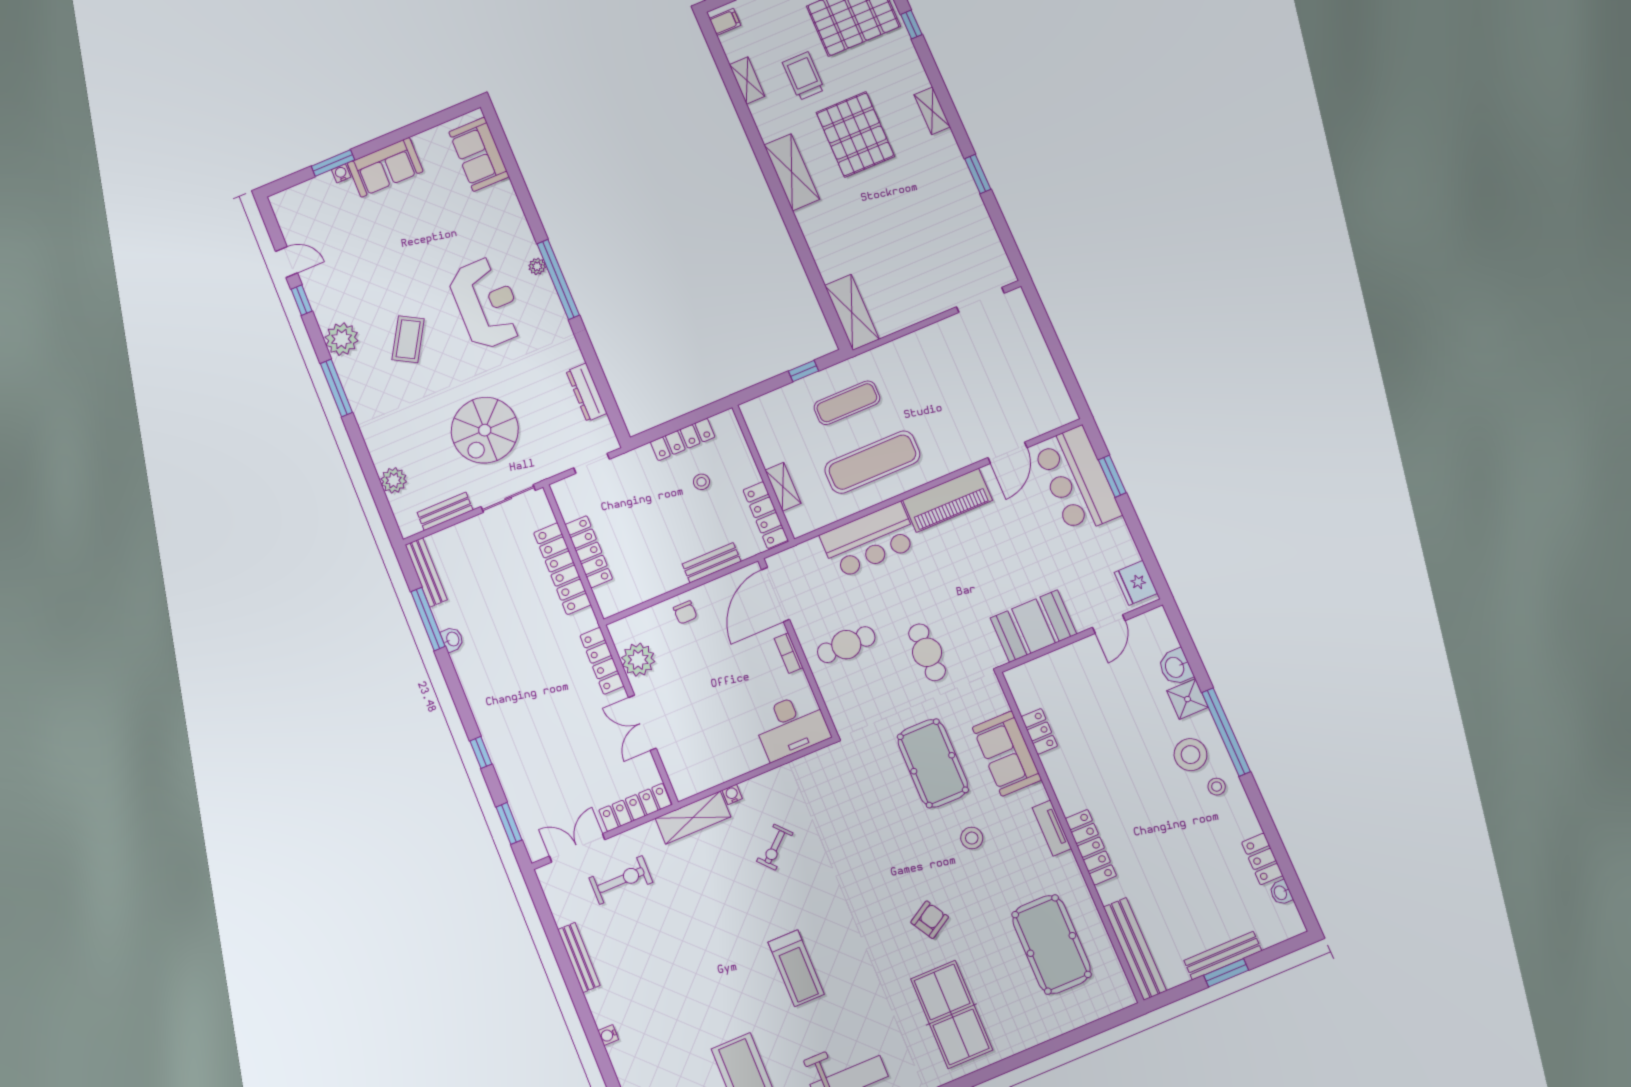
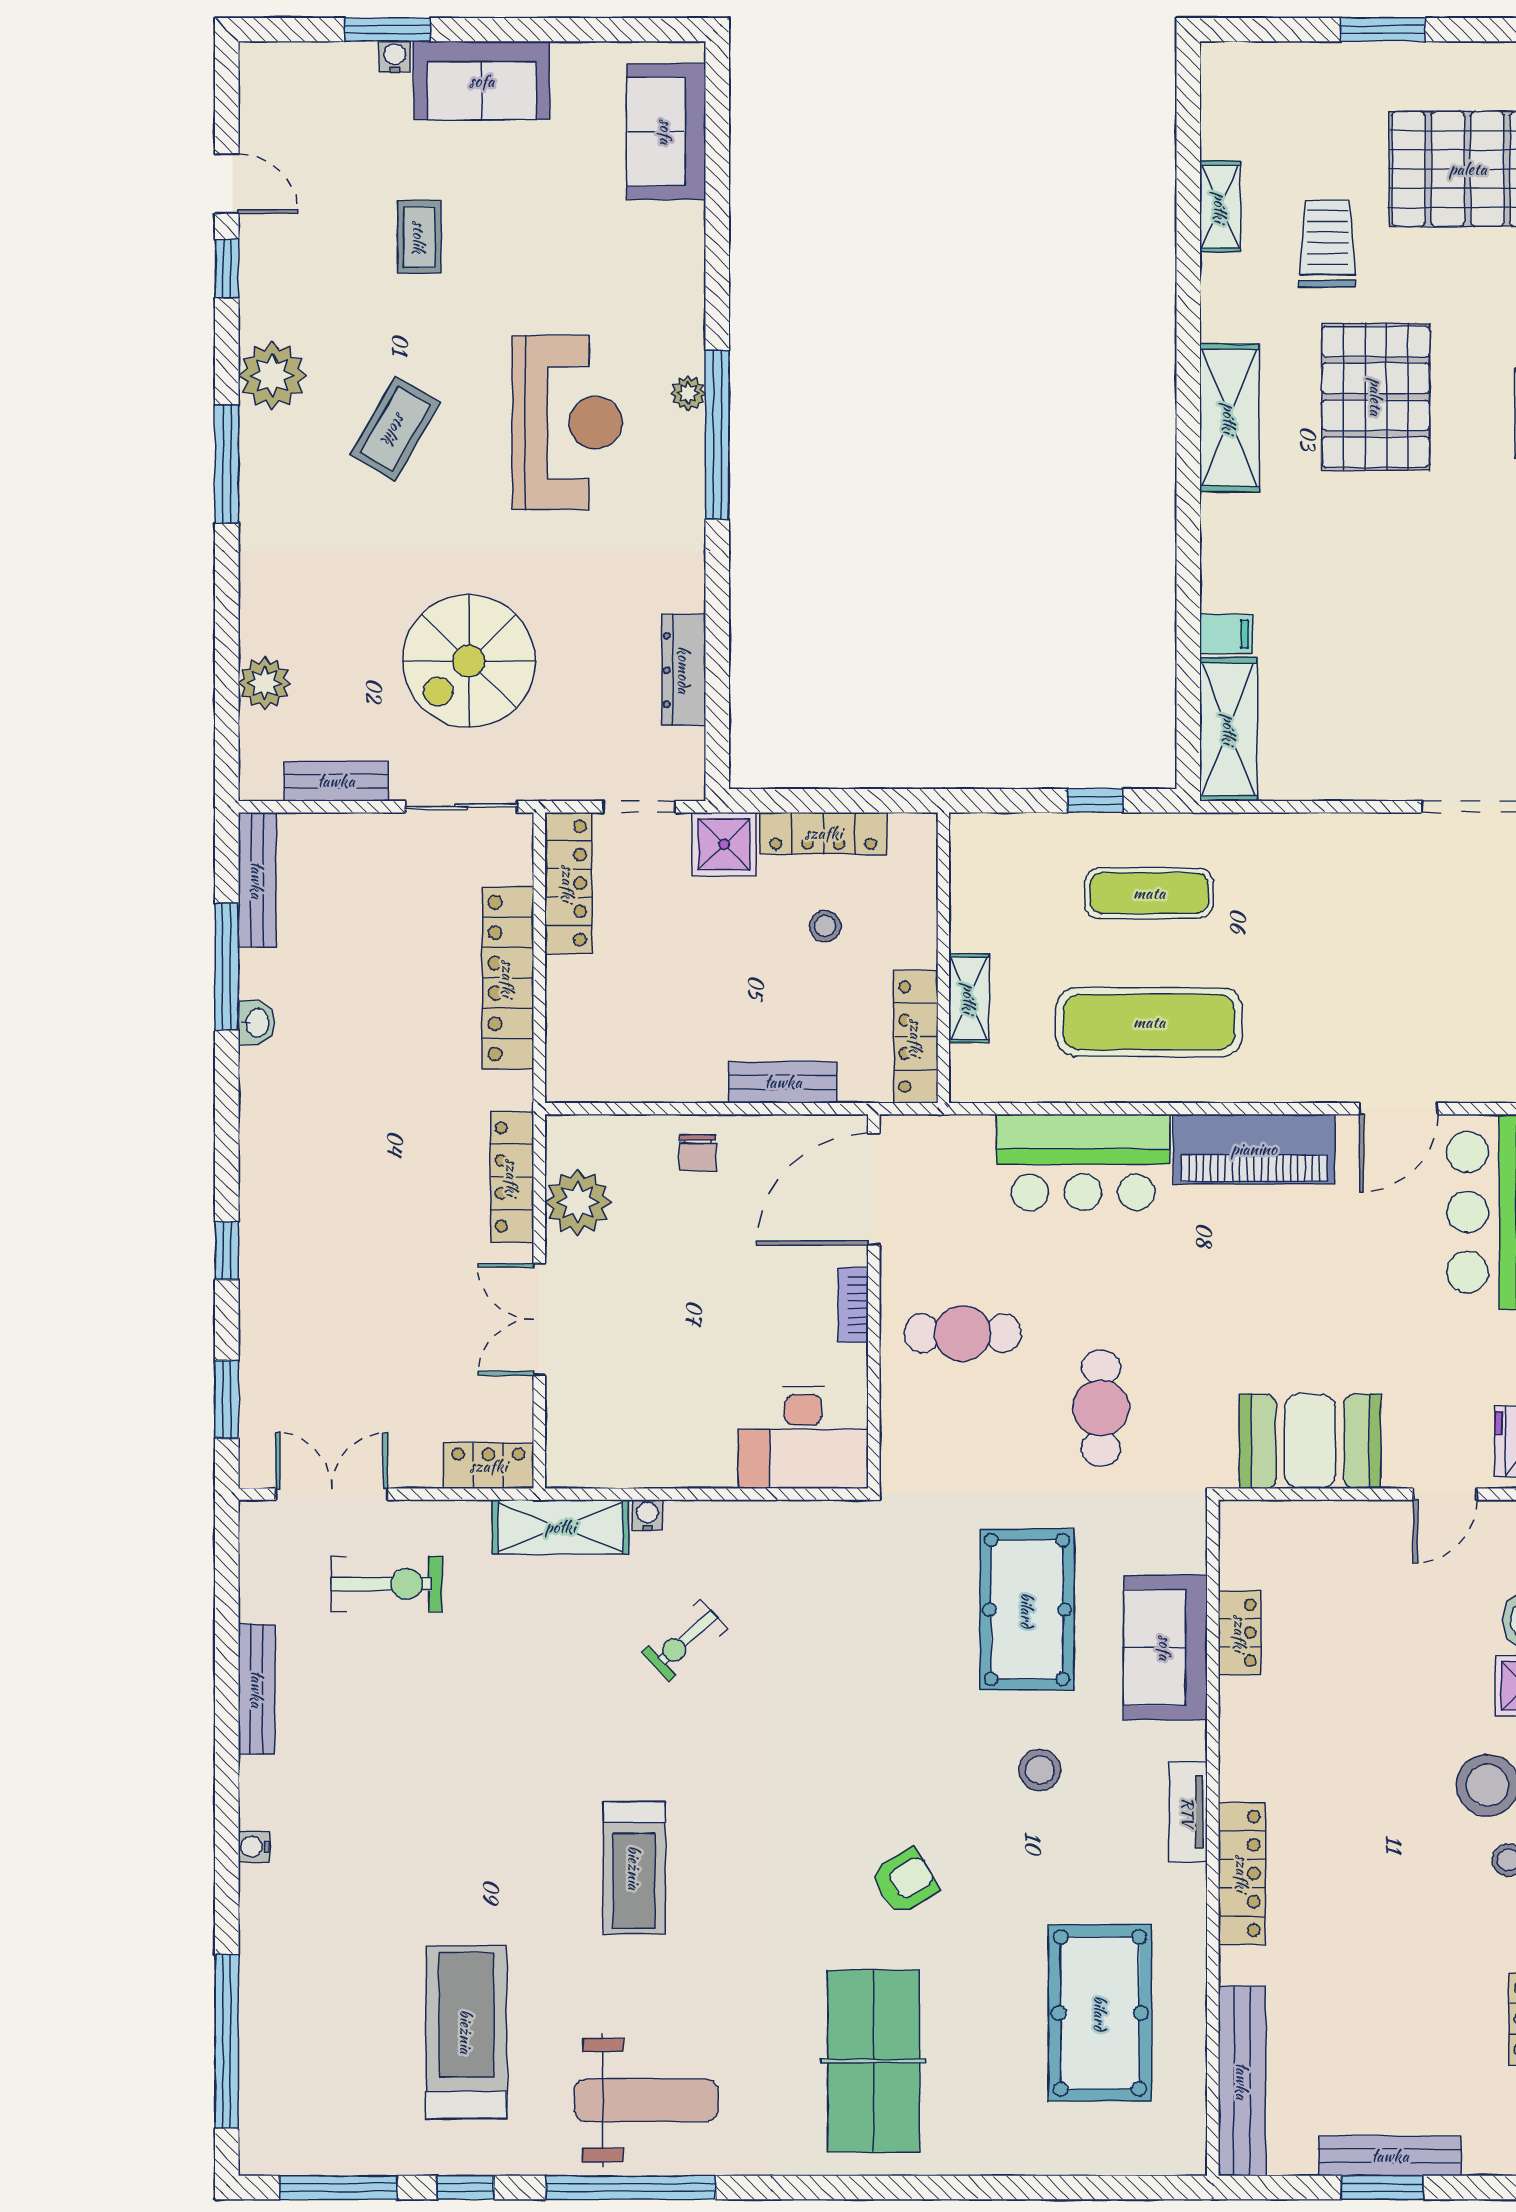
filing cabinet: (725, 22) -> (1226, 634), moved
coffee table: (385, 249) -> (419, 237), added
shower: (638, 464) -> (724, 844), added
locker: (589, 552) -> (568, 883), moved
locker: (635, 807) -> (488, 1466), width x0.66

